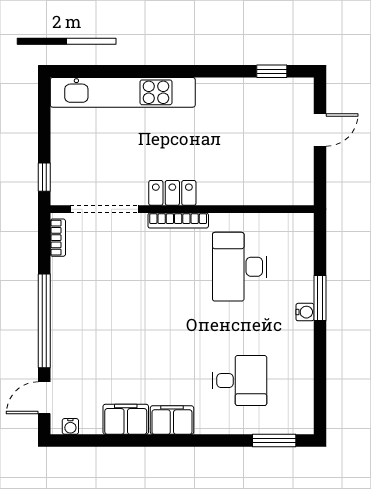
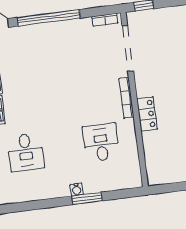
locker: (172, 193) -> (147, 114), moved
desk: (240, 267) -> (101, 143), width x0.73

